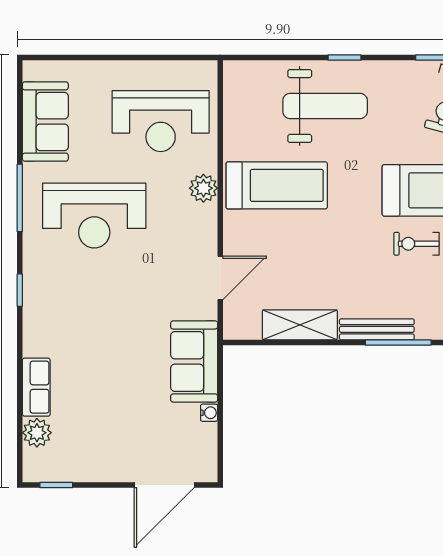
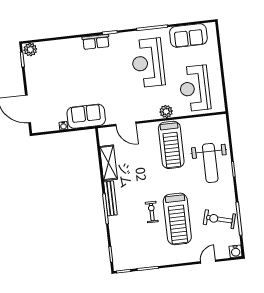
row of seats: (36, 387) -> (96, 42), moved
plant: (37, 433) -> (30, 50), moved

